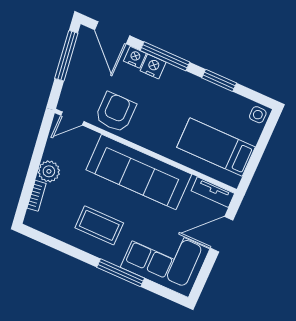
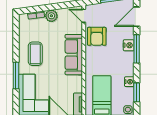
nightstand: (135, 57) -> (129, 82), moved
window: (219, 80) -> (137, 92), moved
armchair: (115, 112) -> (97, 36), turned 90
sofa: (139, 172) -> (74, 55), width x0.74, depth x0.79

